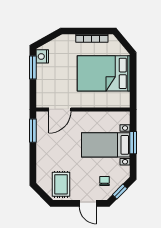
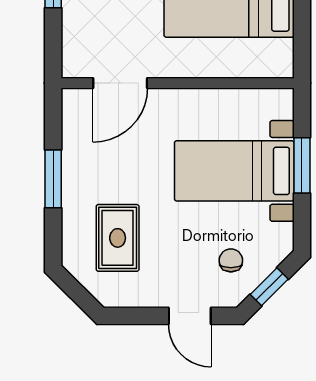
window: (33, 131) -> (53, 179), moved
rug: (61, 184) -> (118, 238), moved

